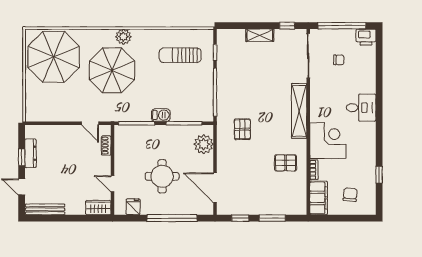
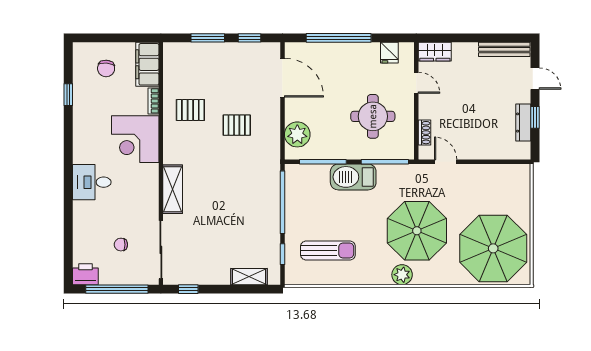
shelving: (260, 35) -> (249, 277), moved
shelving: (299, 111) -> (173, 189), width x0.68
barbecue: (161, 115) -> (353, 177), width x1.88, depth x1.53
pallet: (242, 129) -> (237, 125), moved, turned 90
round table: (162, 176) -> (373, 116), moved

